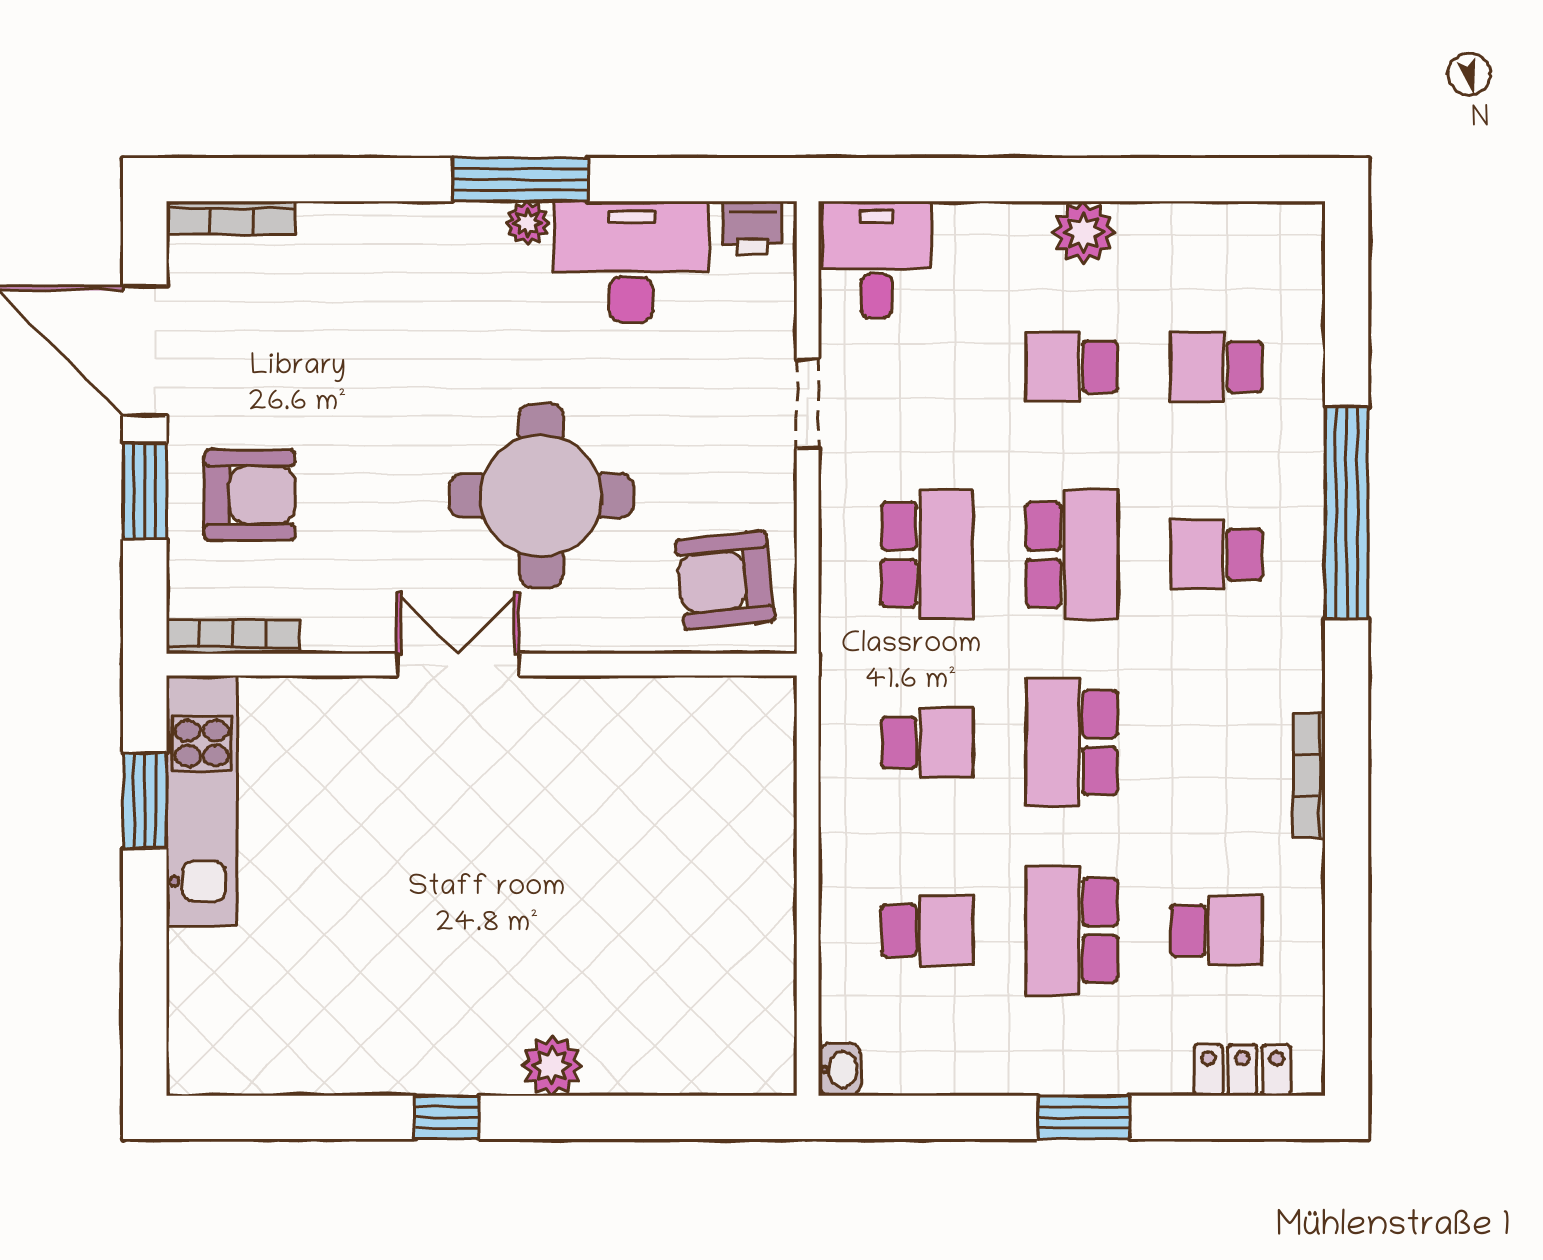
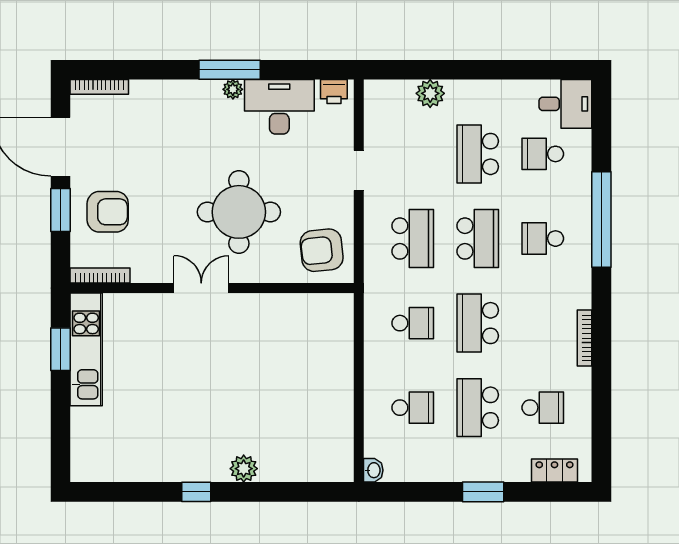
plant: (1084, 232) -> (430, 93), moved
desk: (877, 260) -> (565, 104), moved, turned 90
school desk: (1072, 367) -> (478, 154), width x1.85

